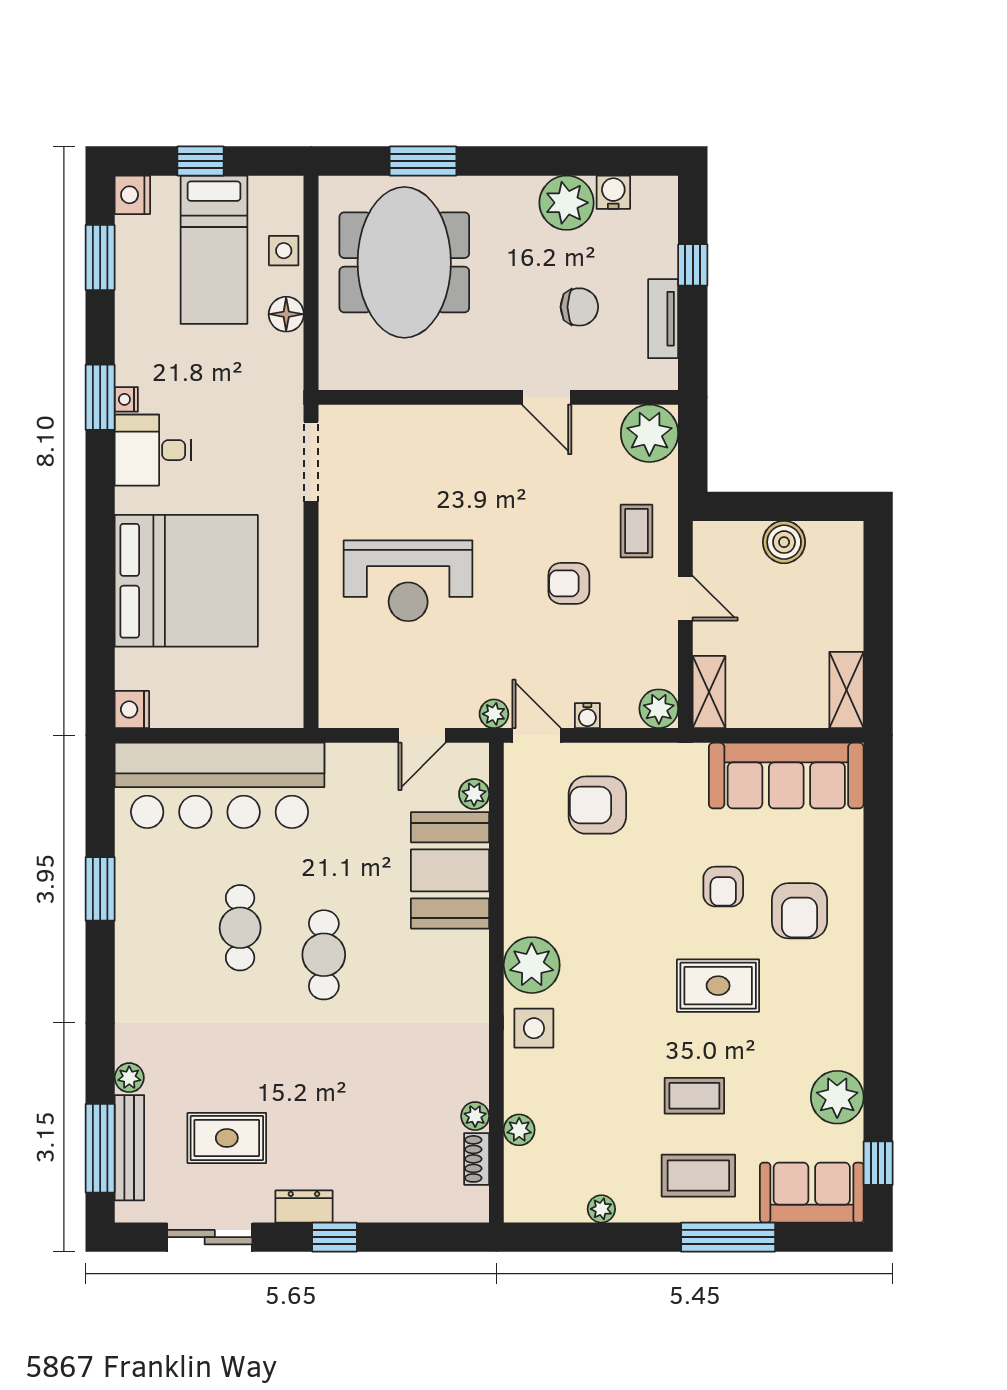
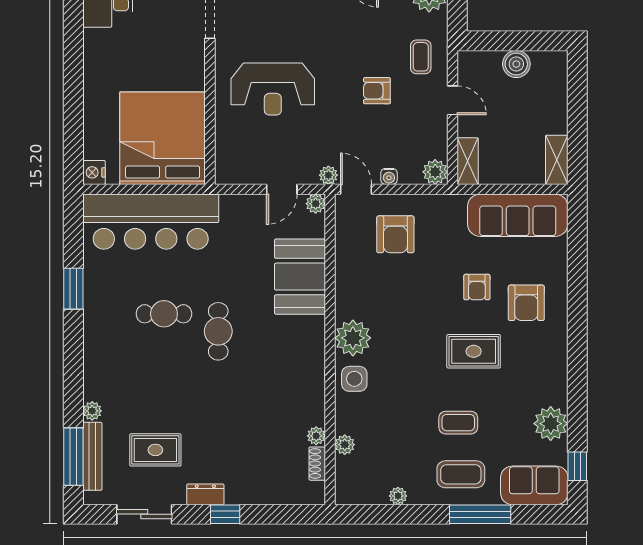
bed: (186, 581) -> (163, 138), moved, turned -90
plant: (474, 794) -> (316, 204), moved
armchair: (597, 805) -> (395, 234), turned -90
cafe table: (240, 928) -> (164, 314), turned 90

